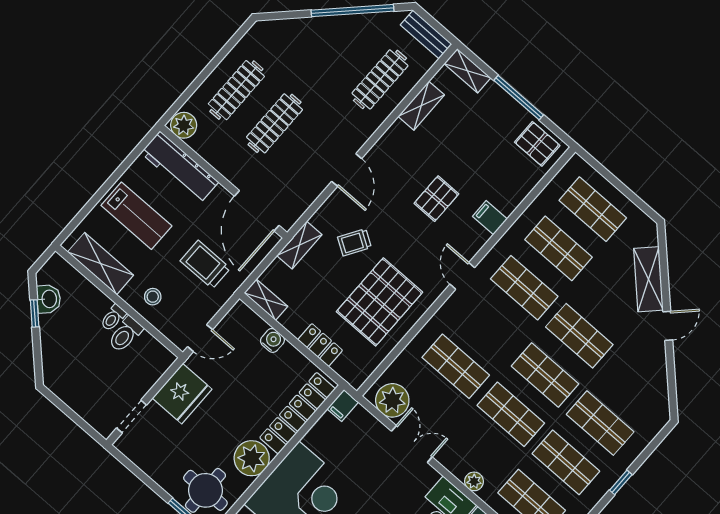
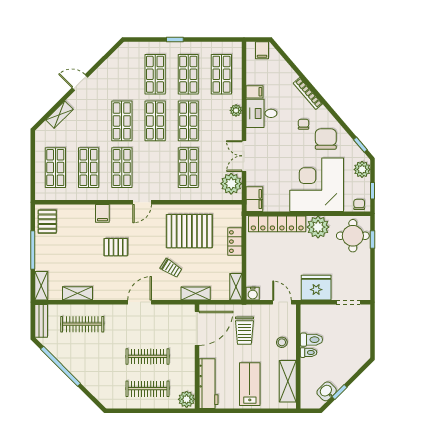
shelving: (649, 279) -> (59, 115), width x0.67, depth x0.75
water cooler: (272, 340) -> (253, 294), moved, turned -90
filing cabinet: (343, 405) -> (254, 199), width x2.00

